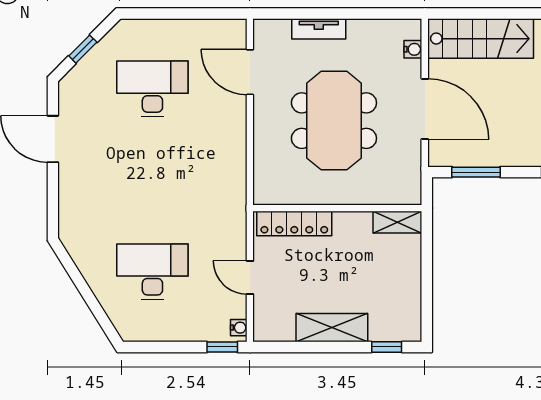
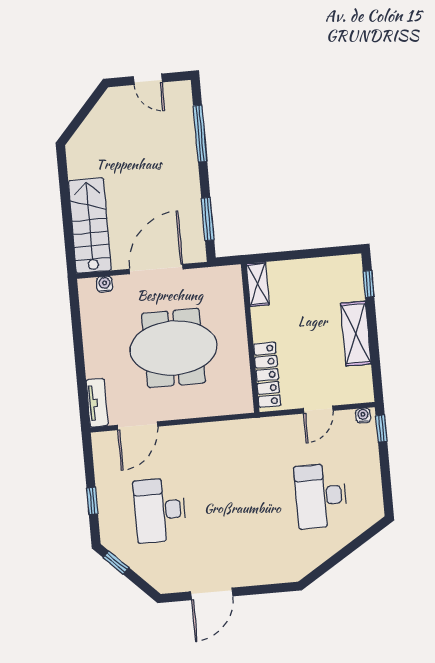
window: (170, 14) -> (92, 501), added
tv unit: (319, 29) -> (97, 403), moved
window: (83, 49) -> (116, 563), moved

